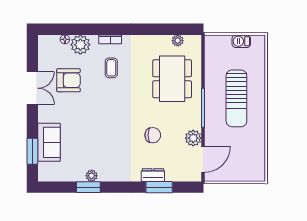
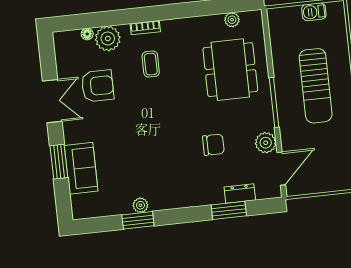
window: (32, 151) -> (59, 162), moved
dresser: (153, 175) -> (240, 194), moved

